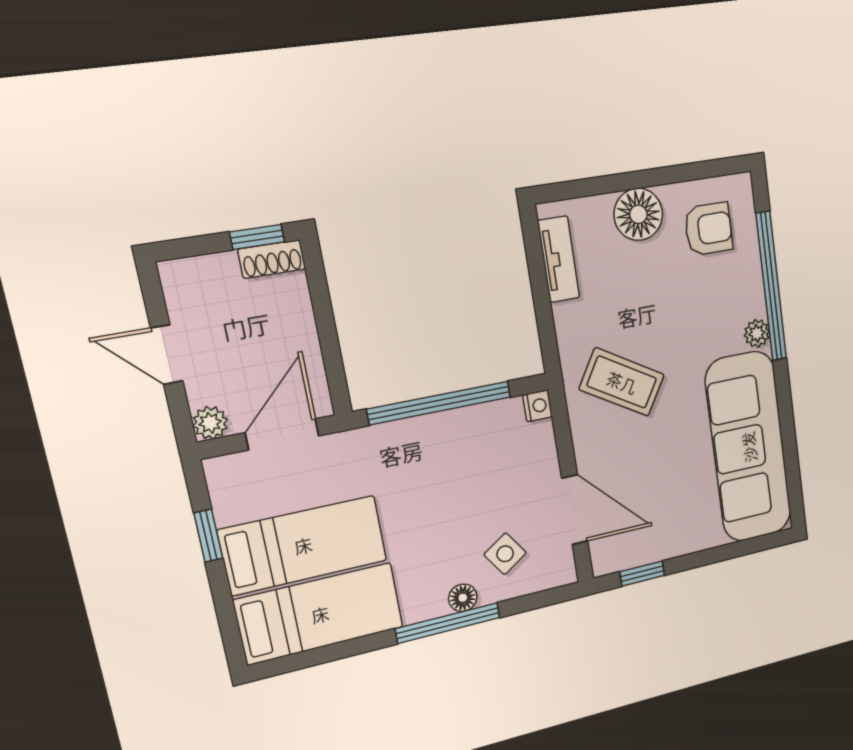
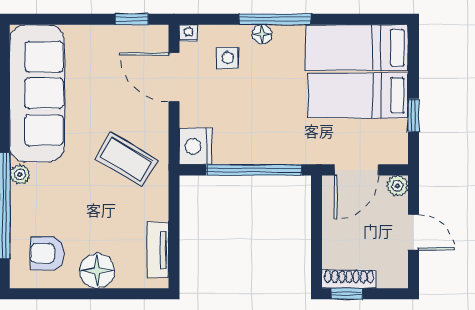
shoe rack: (272, 259) -> (349, 279), width x1.43
nightstand: (538, 406) -> (196, 146), width x1.89, depth x1.79
side table: (505, 554) -> (228, 58), turned 34
nightstand: (565, 574) -> (188, 33), added

